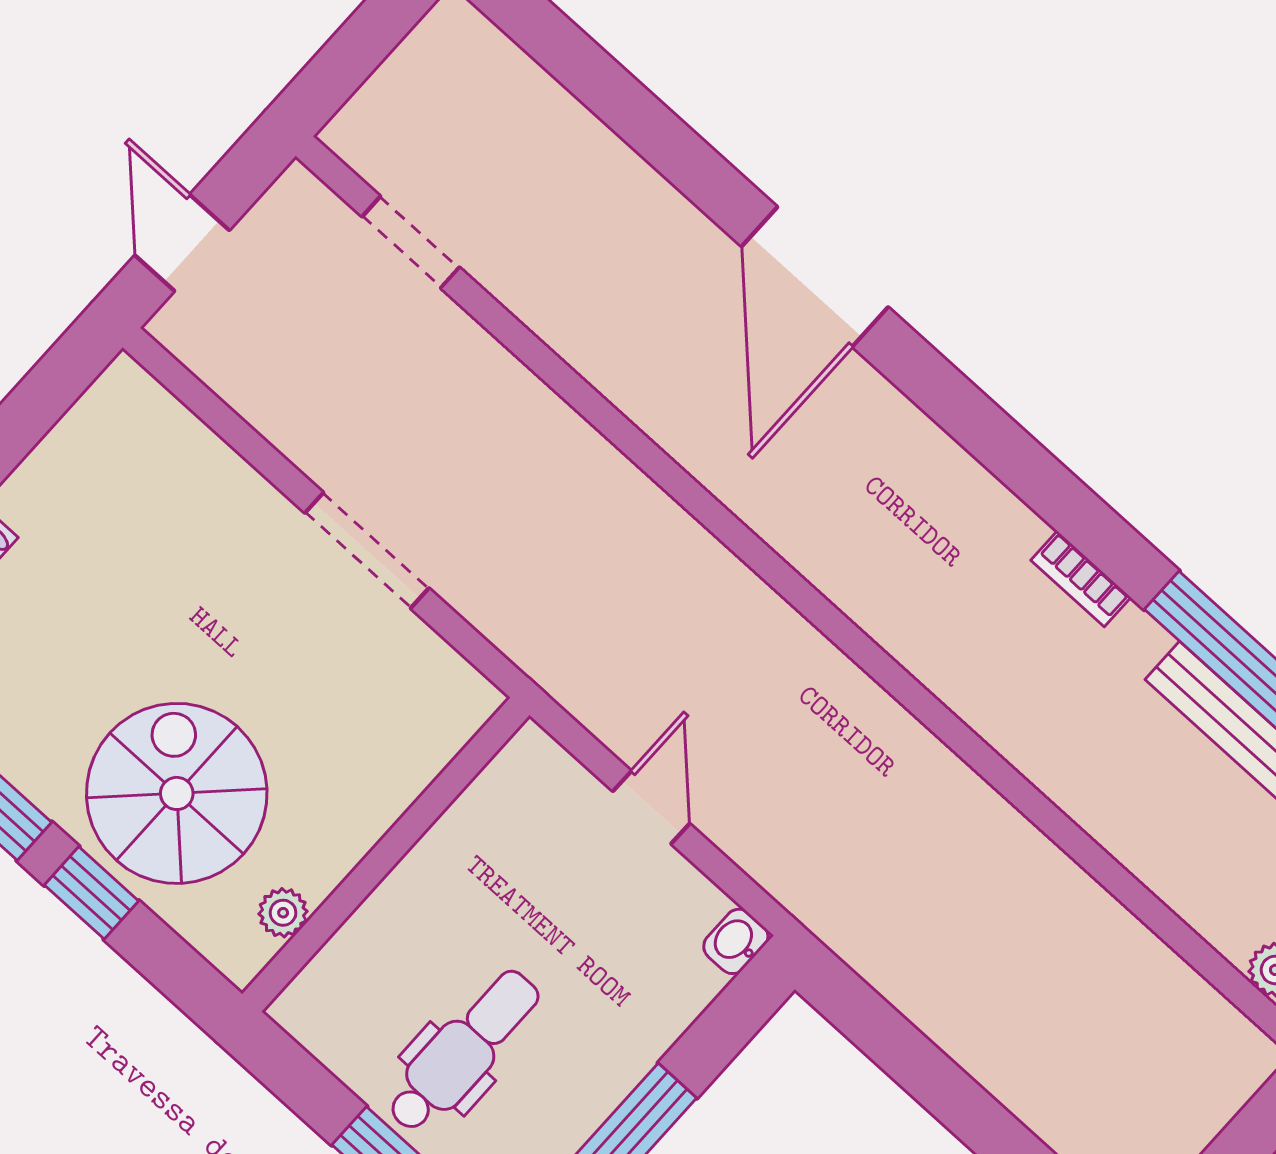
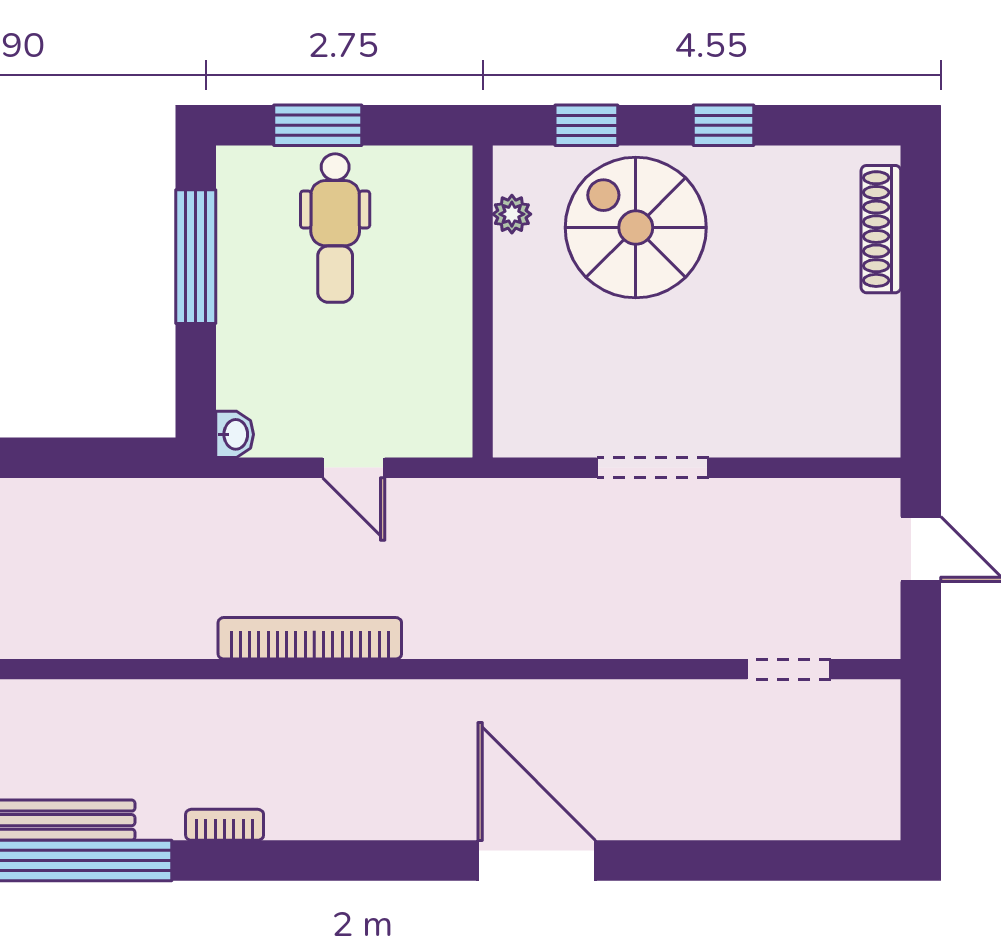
bookcase: (840, 683) -> (310, 638), added
spiral stairs: (177, 793) -> (636, 228), turned 180
window: (91, 893) -> (586, 125), moved

